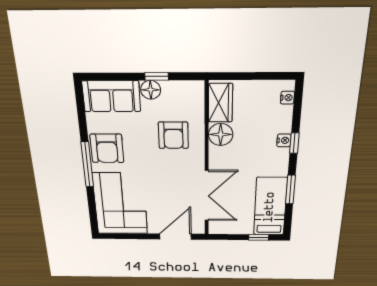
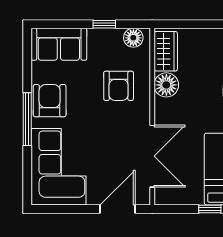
floor lamp: (151, 90) -> (133, 38), moved
armchair: (107, 148) -> (50, 101), turned 180

